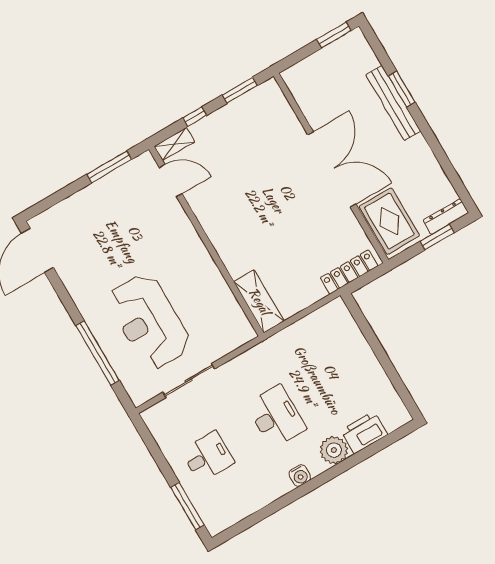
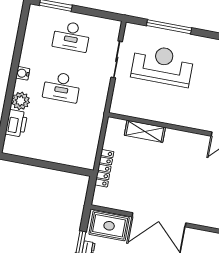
locker: (349, 272) -> (104, 168), moved
shelving: (259, 301) -> (145, 131), moved
desk: (208, 457) -> (71, 36), width x1.37

